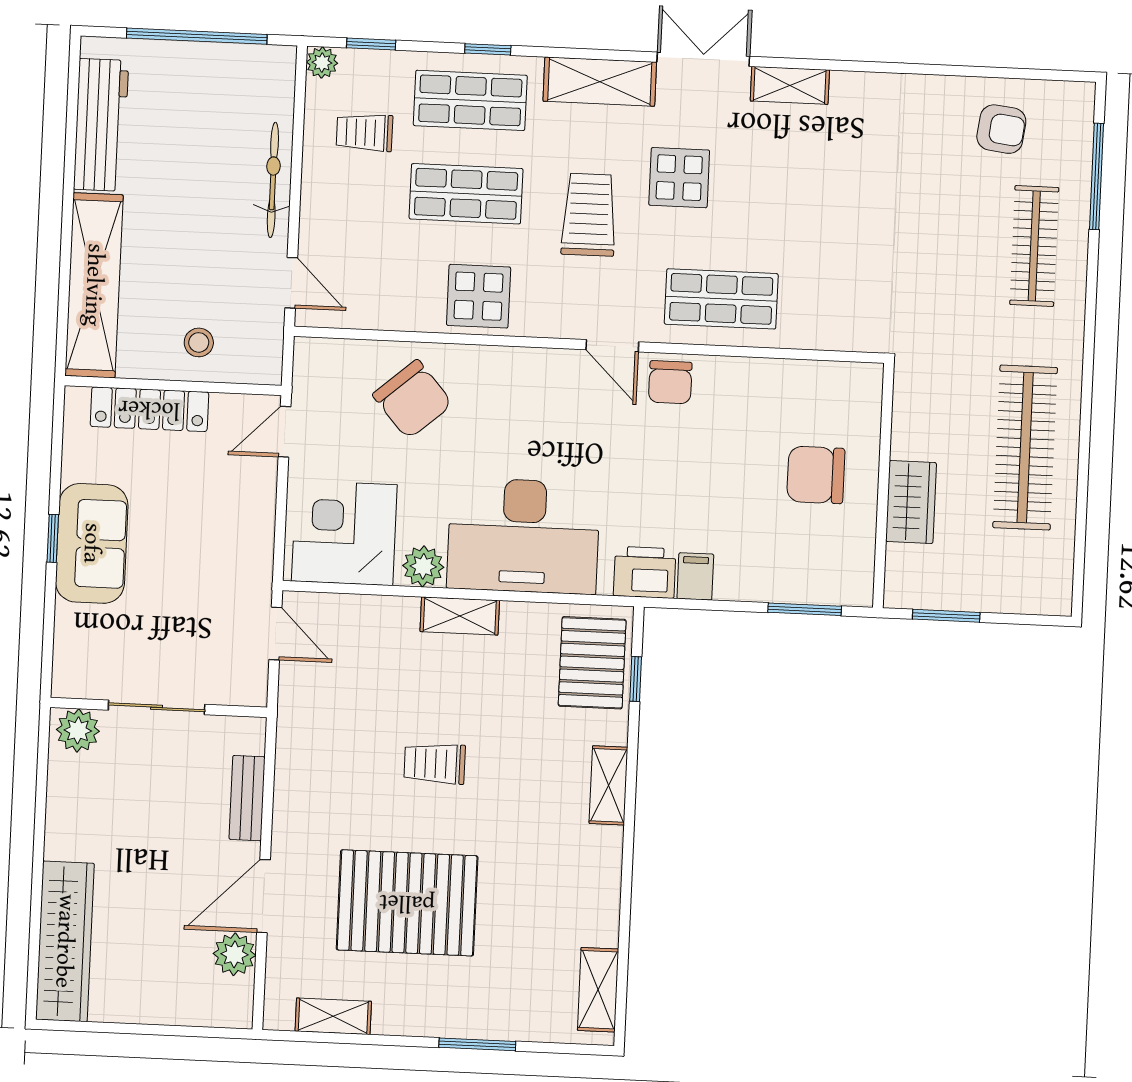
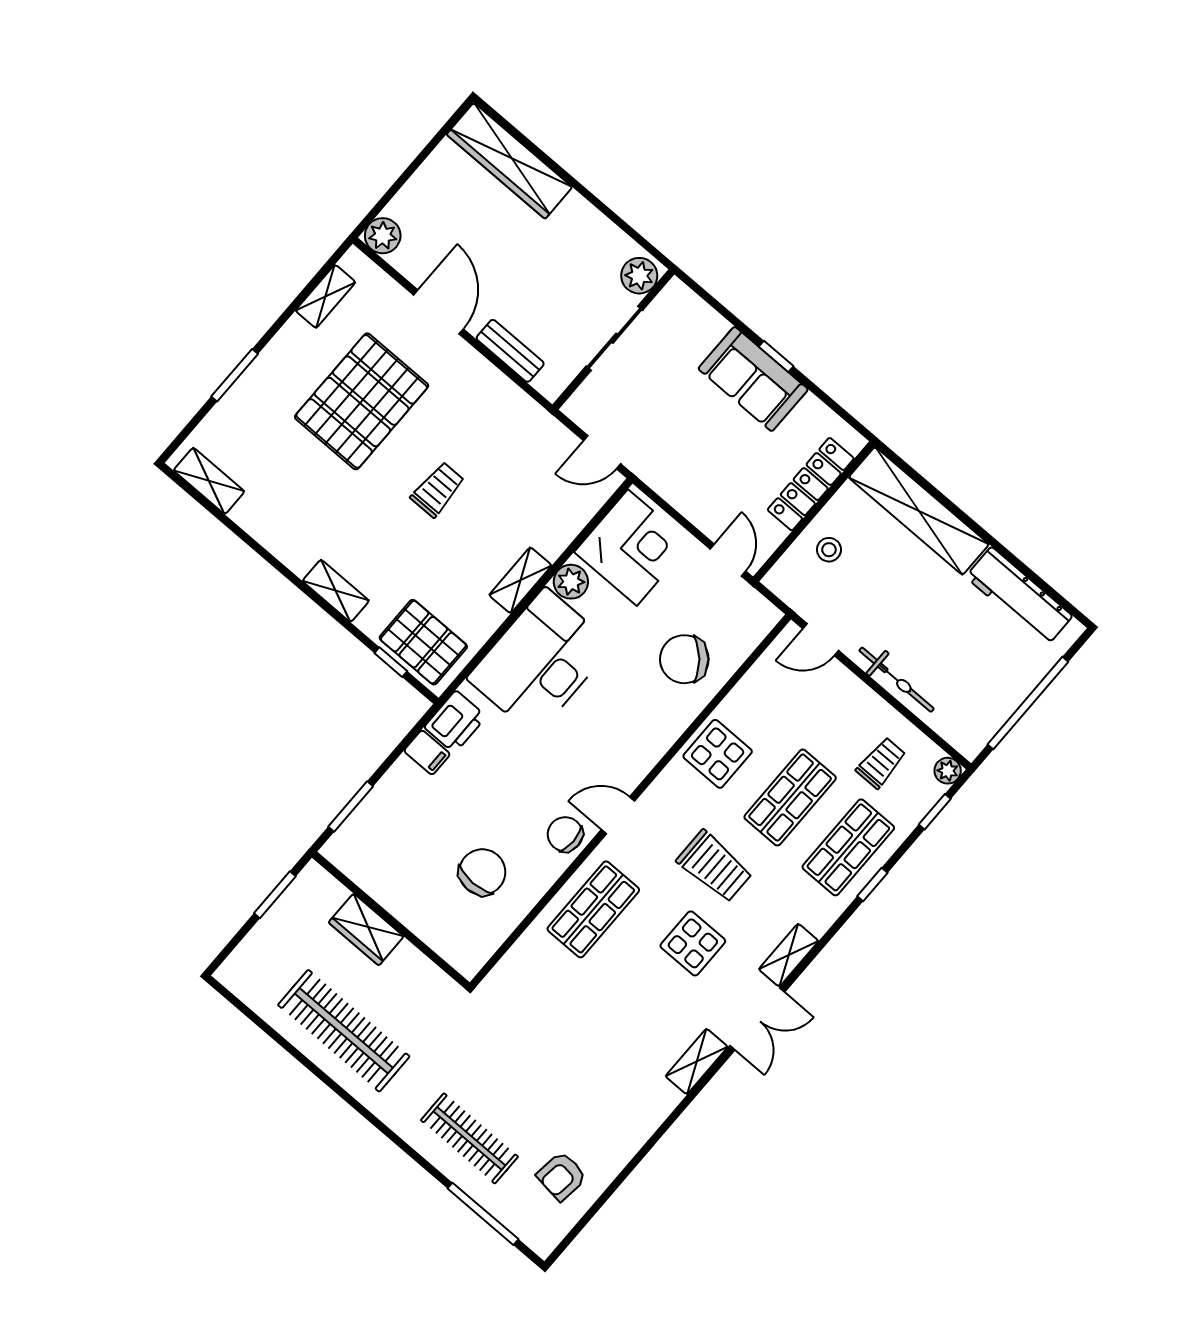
shelving: (600, 82) -> (789, 955), width x0.67, depth x0.75
chair: (816, 475) -> (482, 872), moved
plant: (234, 954) -> (383, 236), moved

